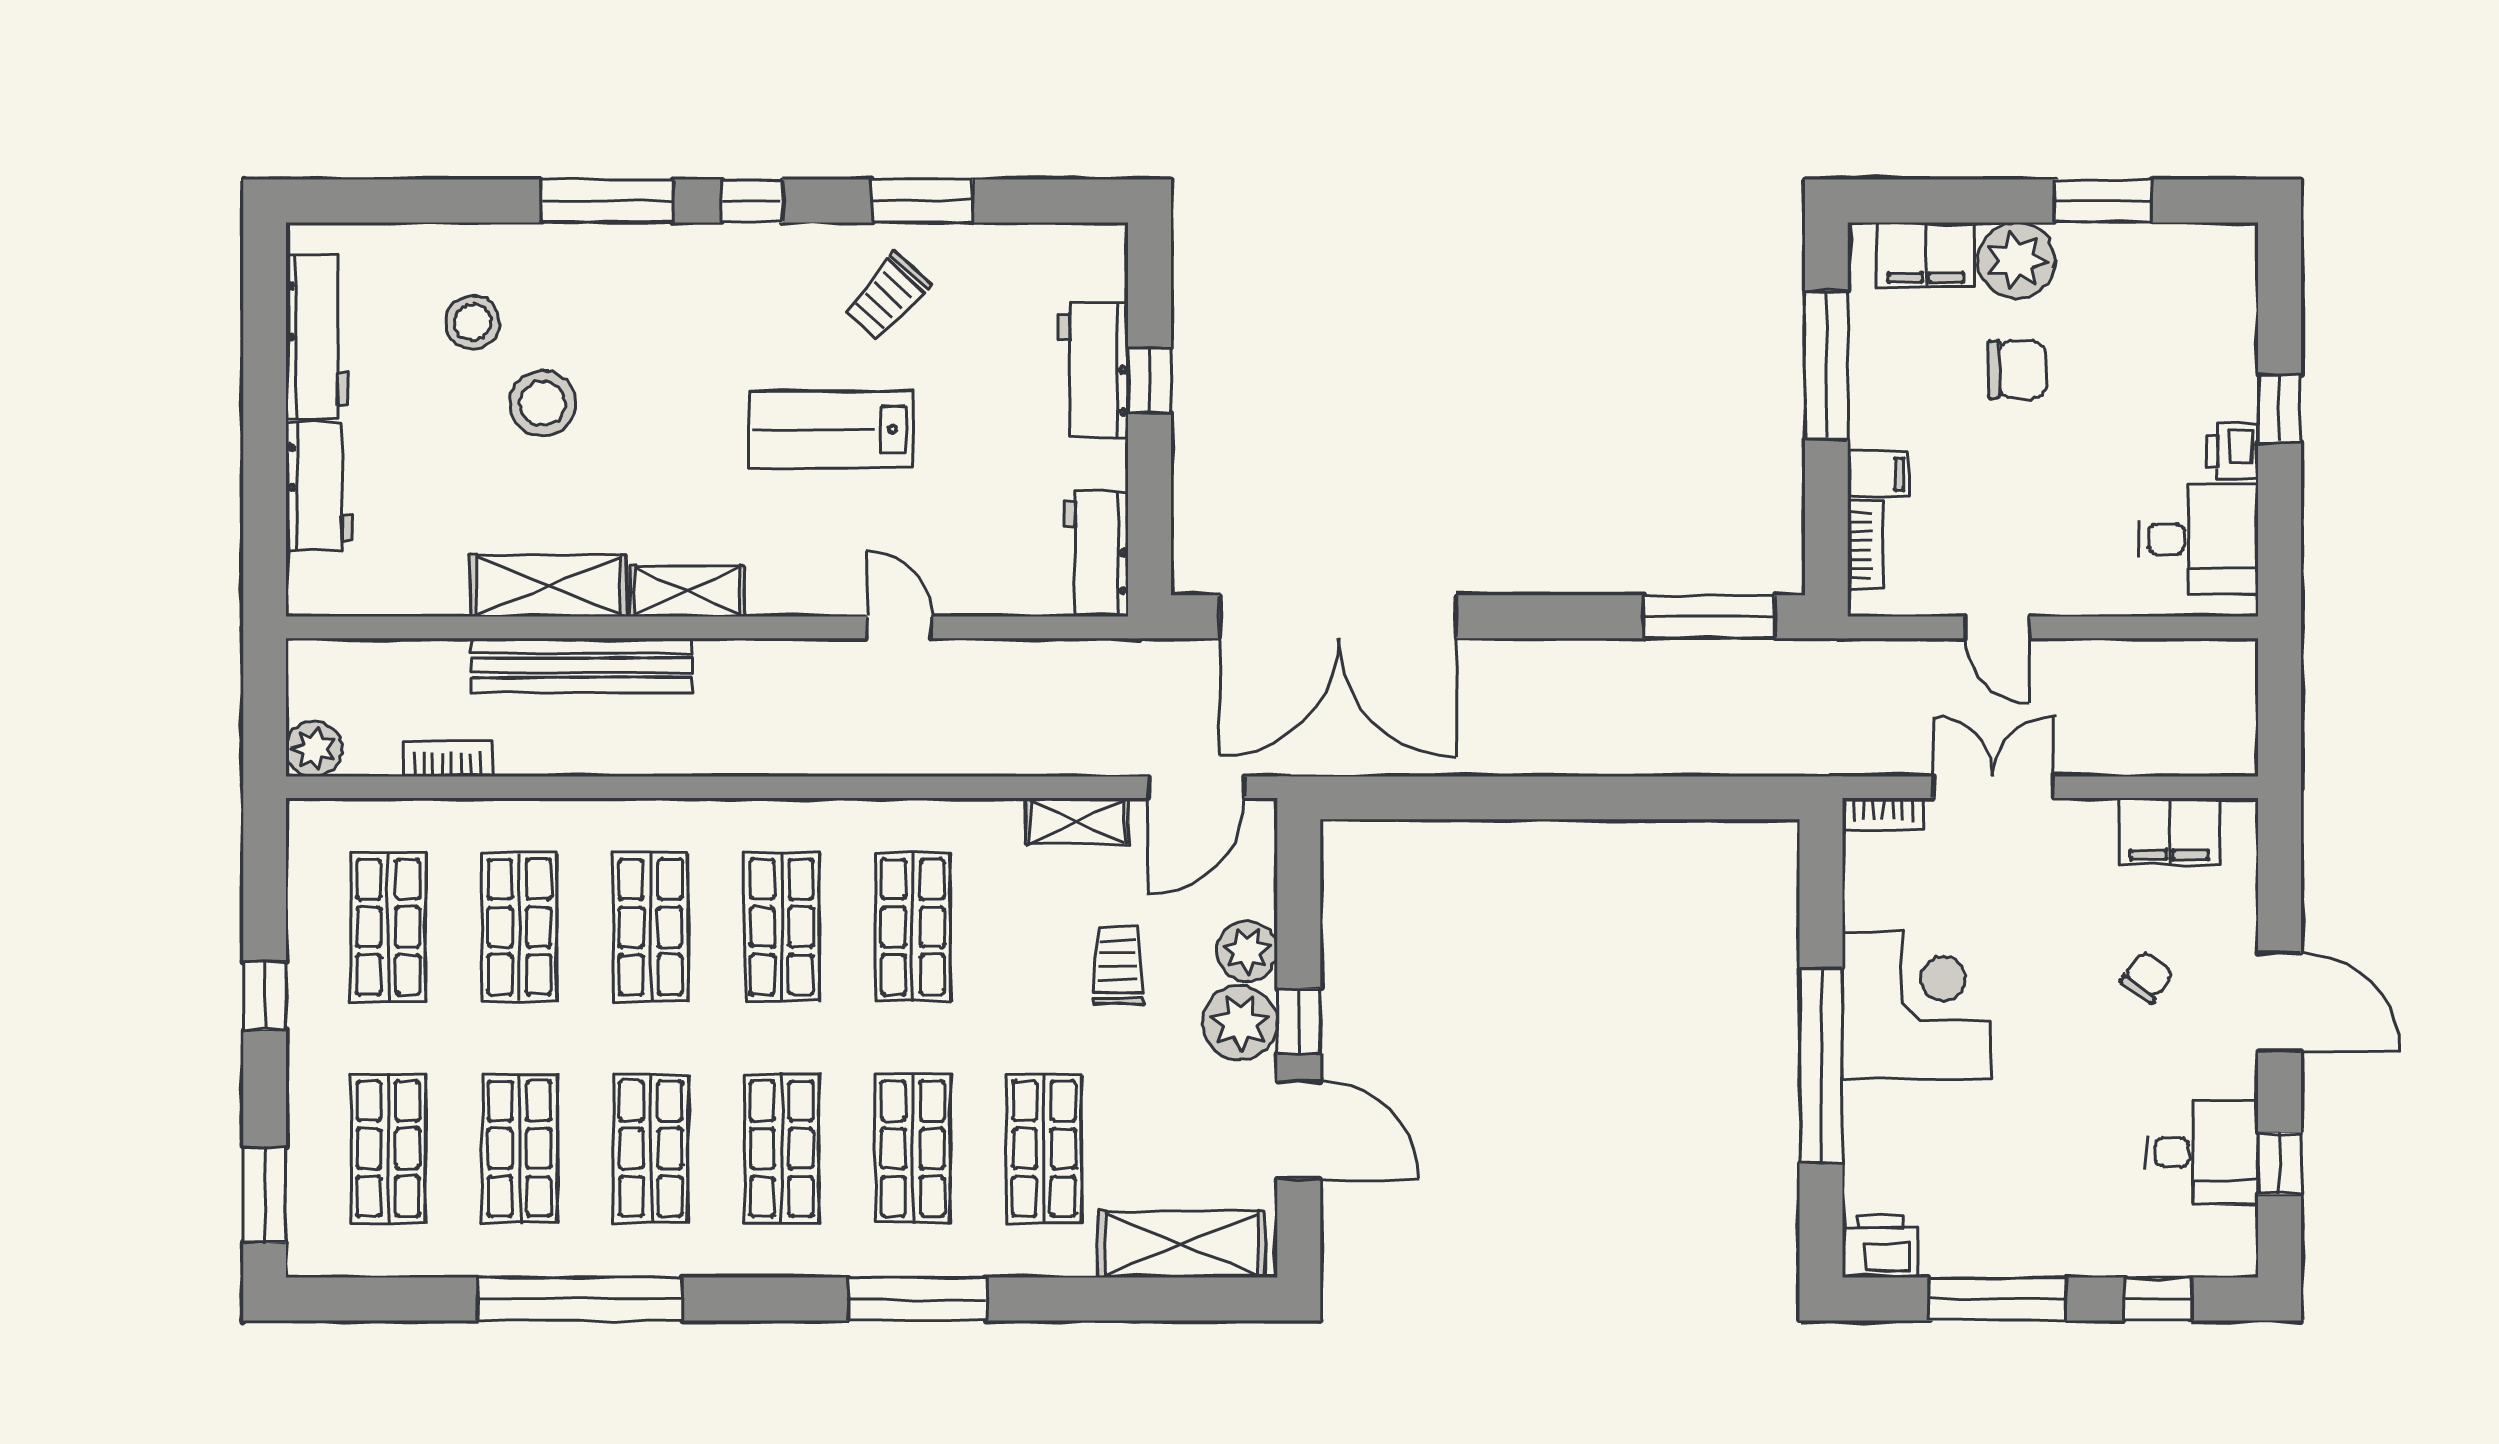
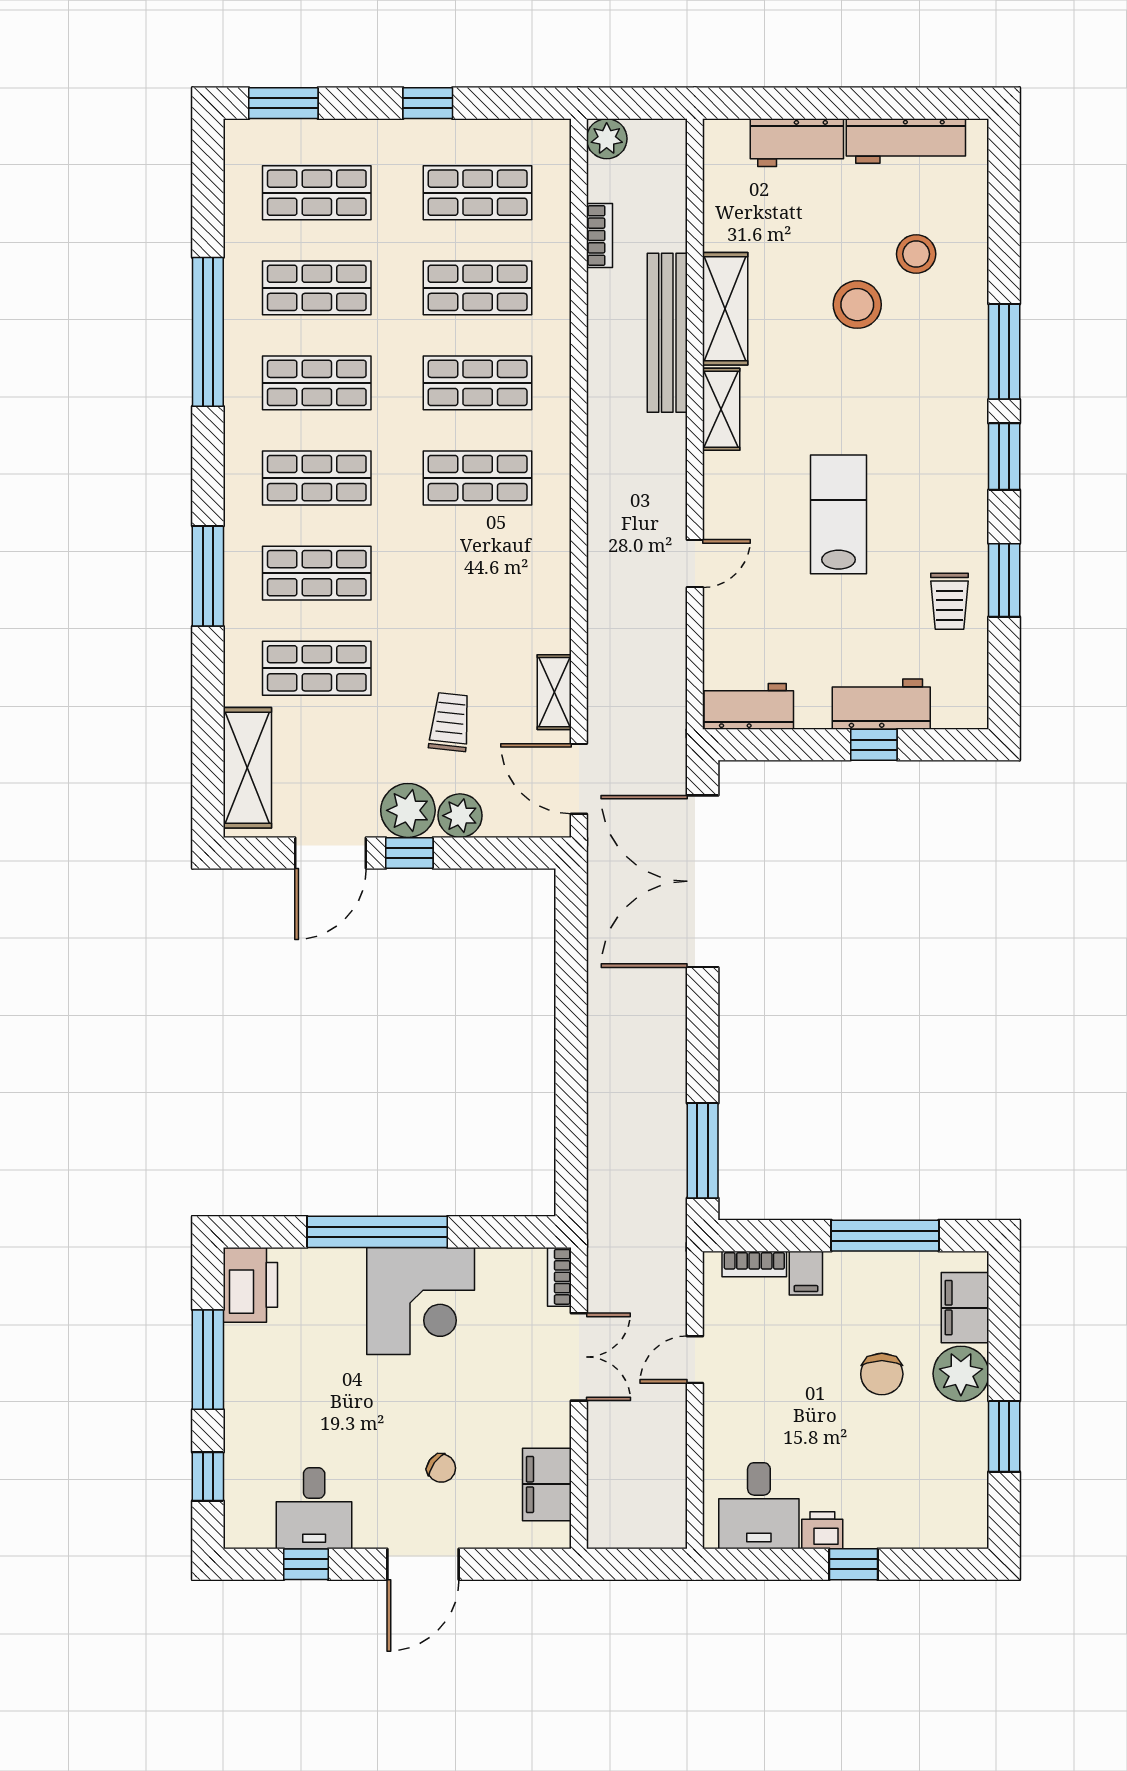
window: (752, 201) -> (1004, 456), width x1.50
trolley: (887, 296) -> (949, 601), moved, turned -132
shop shelf: (913, 927) -> (478, 573), removed
trolley: (1118, 965) -> (450, 722), turned -84
printer: (1880, 1246) -> (250, 1285), width x1.37, depth x1.19

